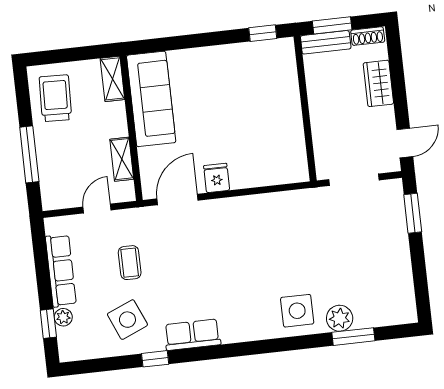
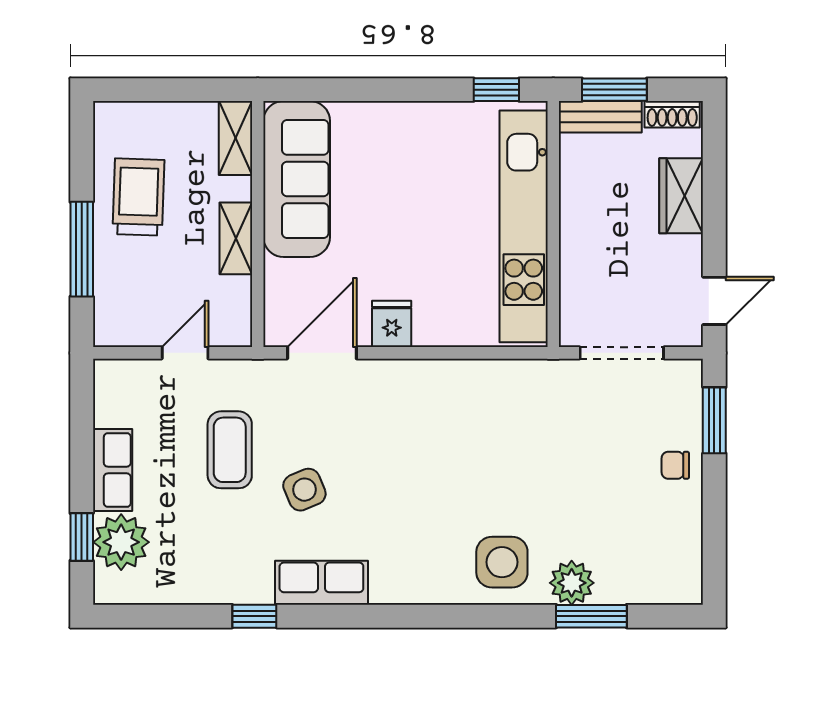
trolley: (55, 98) -> (138, 197), moved
kitchen unit: (288, 112) -> (524, 226), added
shelving: (122, 159) -> (236, 238), moved
chair: (393, 242) -> (675, 465), added
coffee table: (130, 263) -> (230, 450), width x1.36, depth x1.30
row of seats: (61, 271) -> (113, 470), width x0.68
plant: (63, 317) -> (121, 542), width x1.88, depth x1.88
side table: (127, 320) -> (304, 490), moved, width x0.73, depth x0.73

